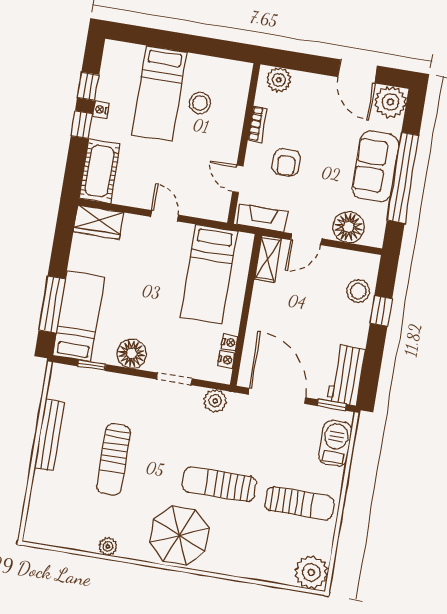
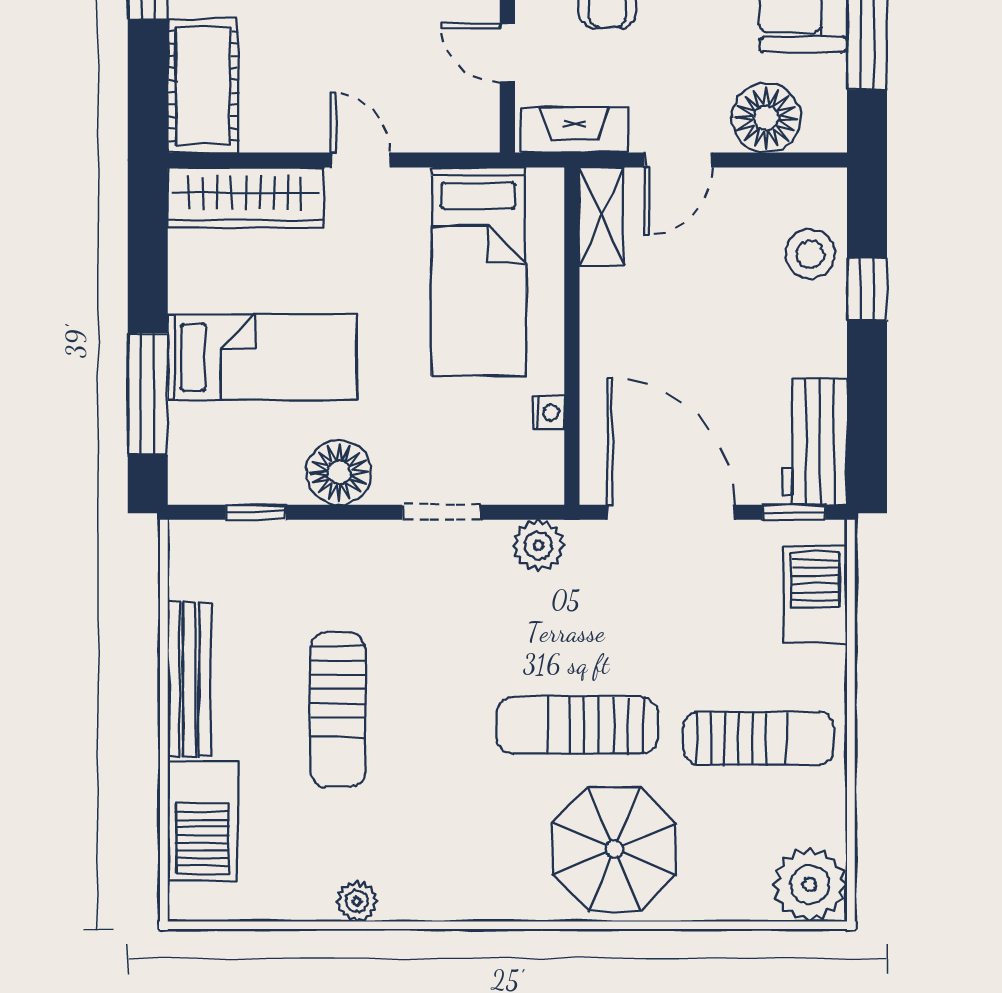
wardrobe: (99, 222) -> (246, 198), width x1.50
bed: (79, 316) -> (262, 357), moved, turned 90
nightstand: (226, 360) -> (548, 451), removed
barbecue: (45, 499) -> (202, 821), added
parasol: (179, 535) -> (614, 849), moved

